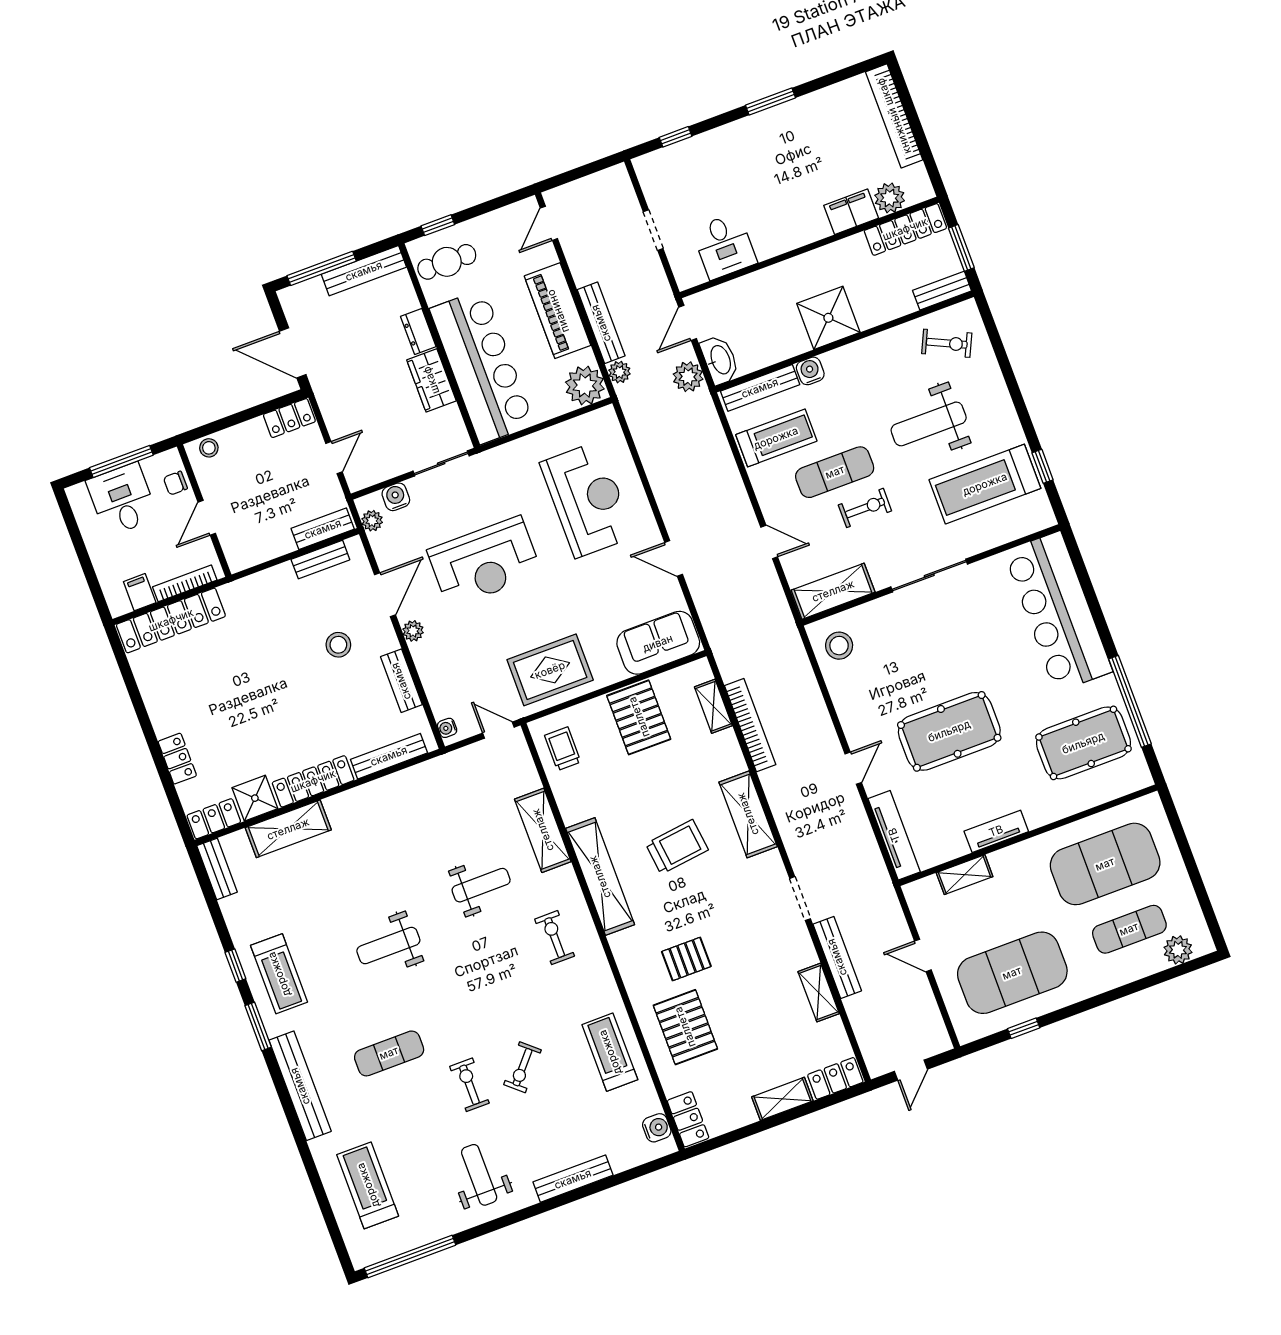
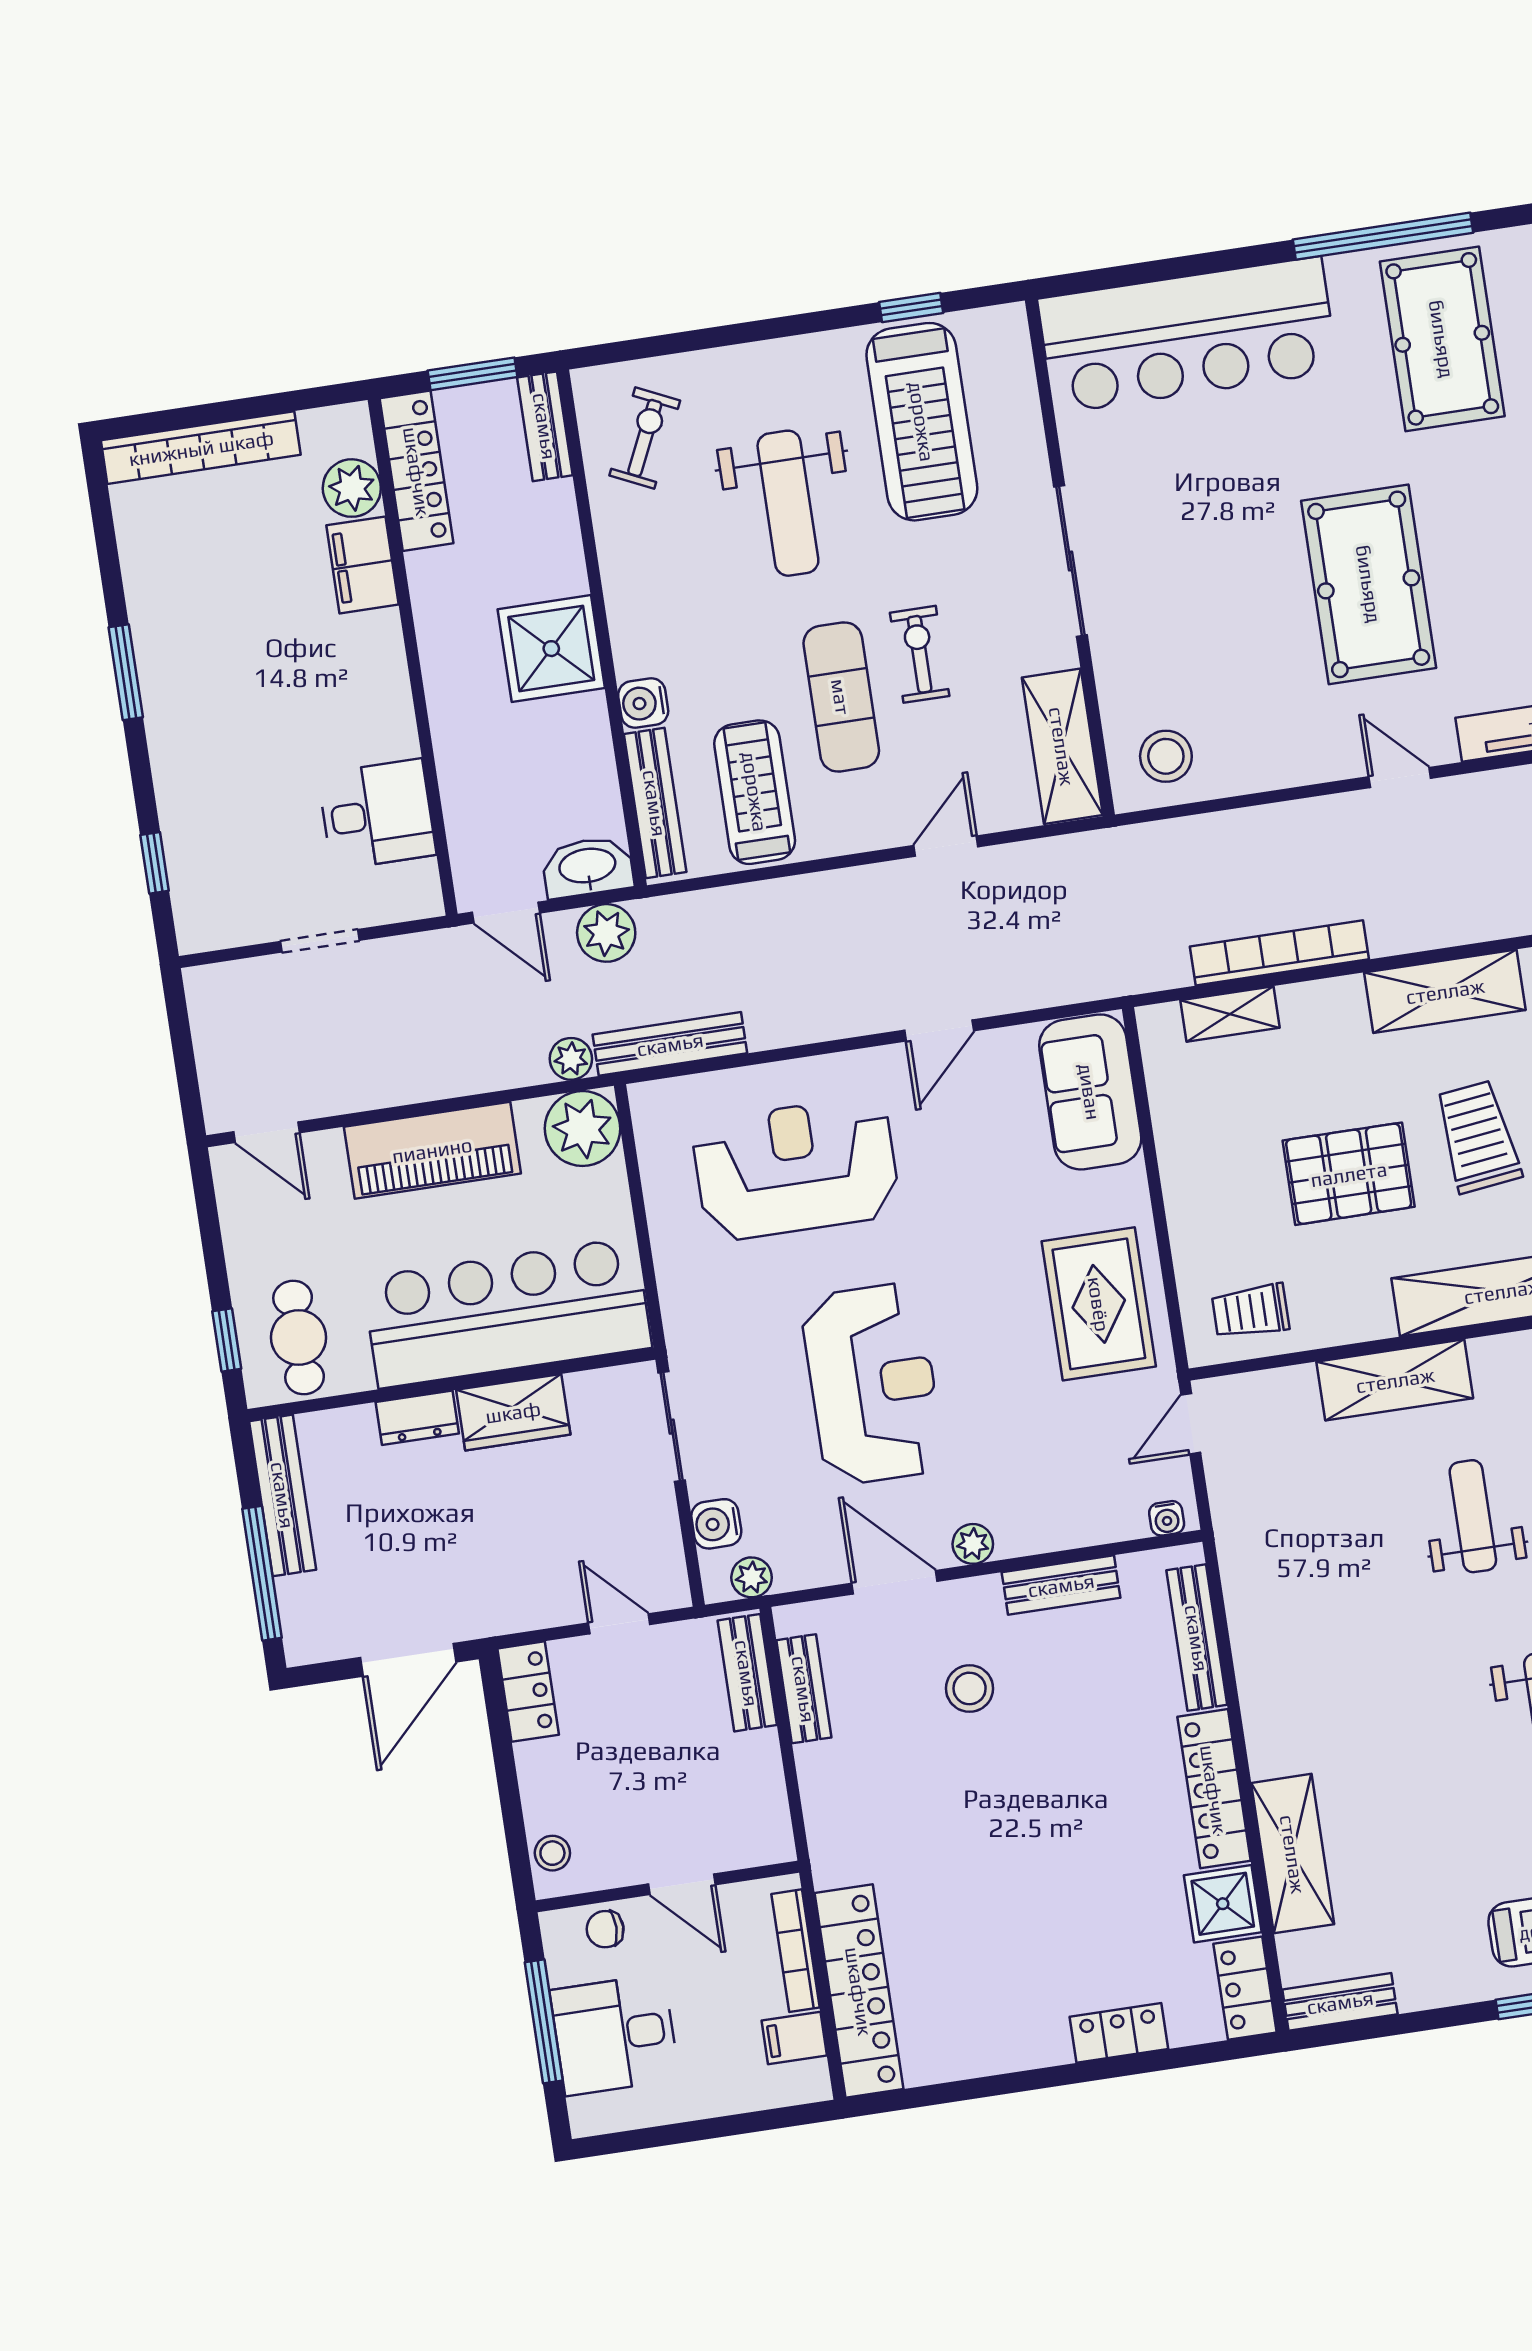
bench: (601, 323) -> (670, 1044), moved
chair: (175, 483) -> (605, 1929), turned 90
pallet: (639, 717) -> (1349, 1174), moved

